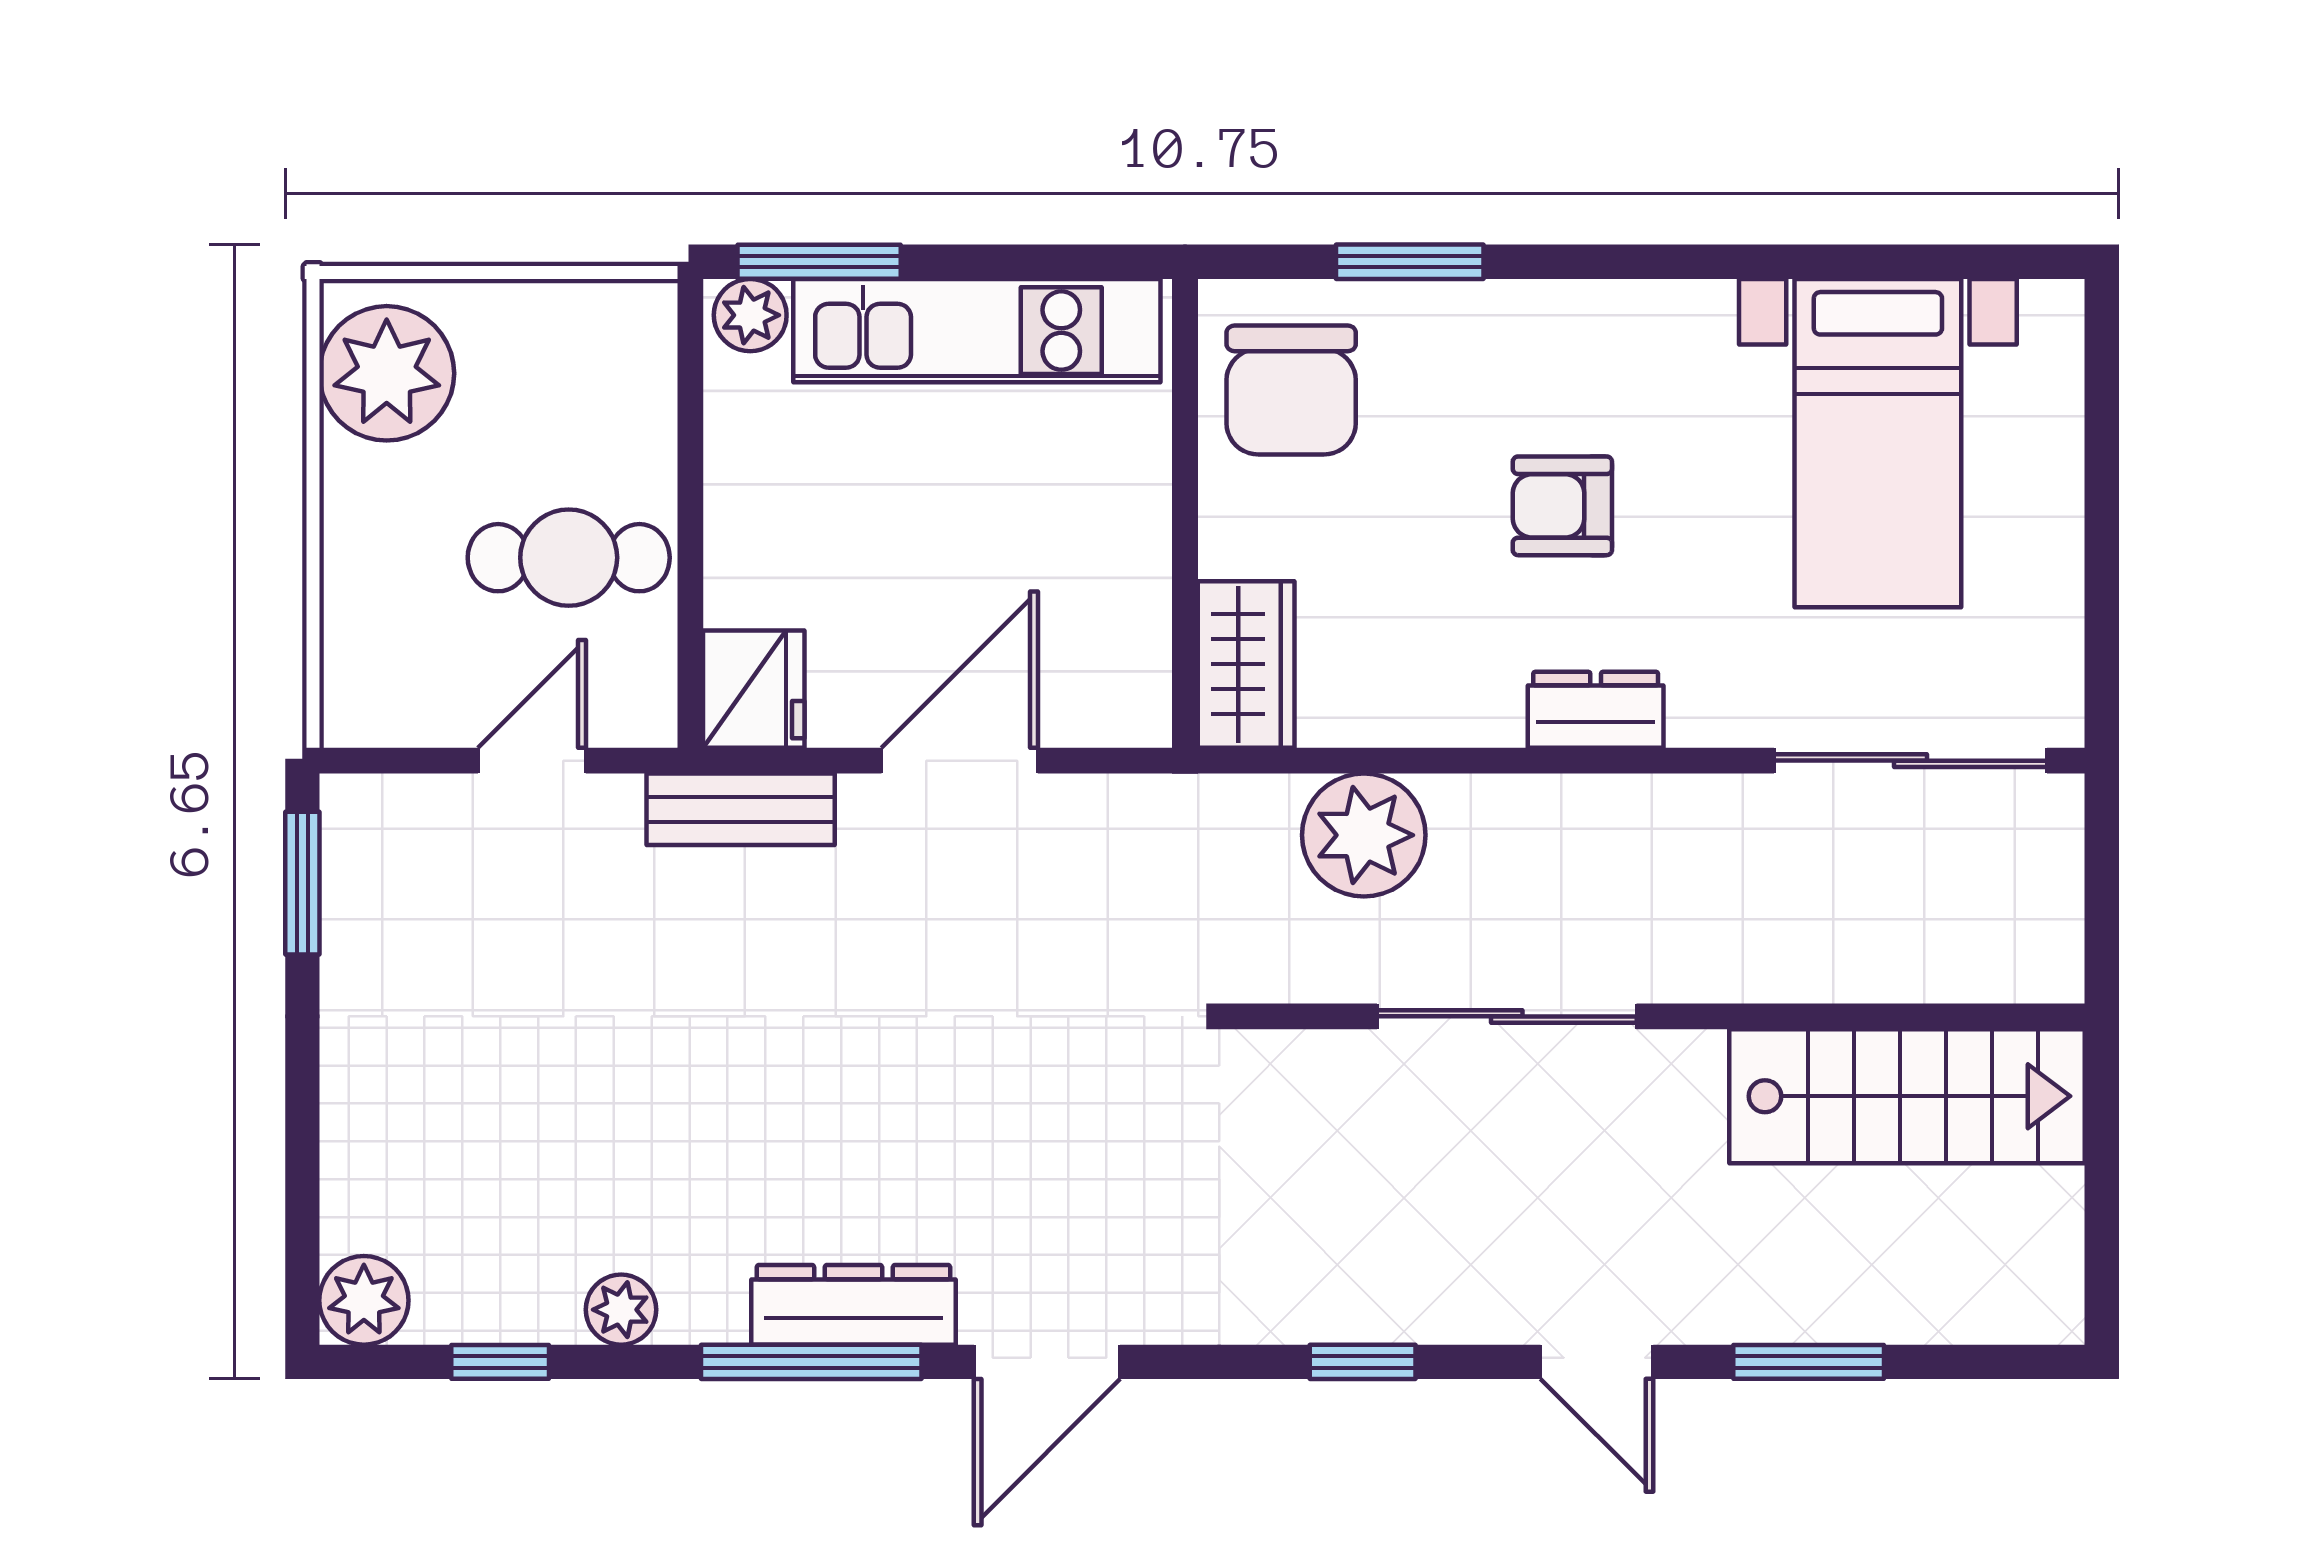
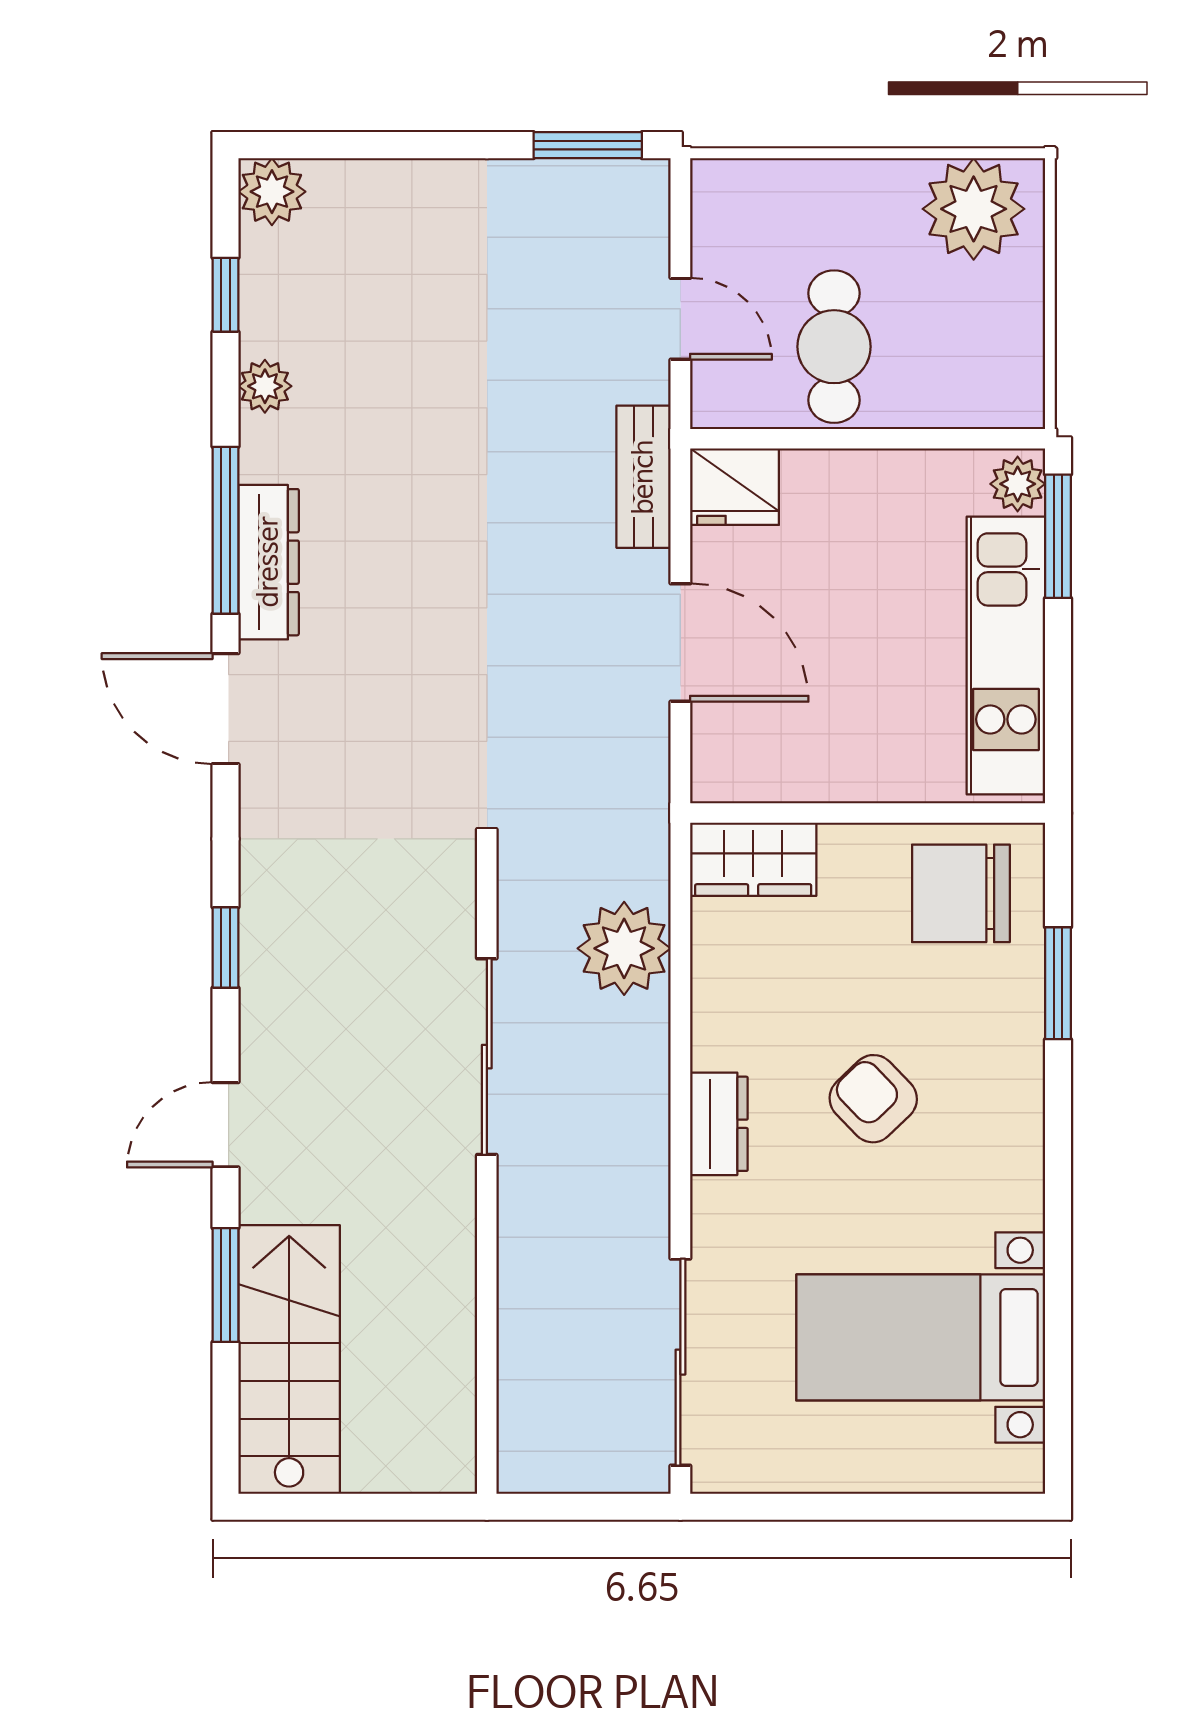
armchair: (1562, 506) -> (873, 1099), turned -44
stairs: (1907, 1096) -> (289, 1360), moved, turned 180

